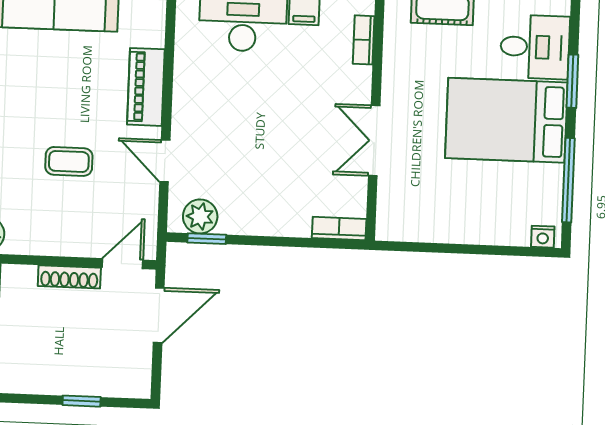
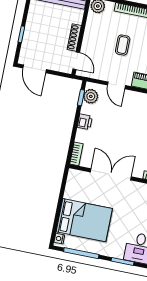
bed: (506, 120) -> (84, 220), moved, turned 90
double door: (374, 141) -> (111, 174), width x1.37
door: (165, 161) -> (116, 85), swing flipped
printer: (261, 221) -> (85, 122), added
door: (159, 315) -> (35, 69), moved

